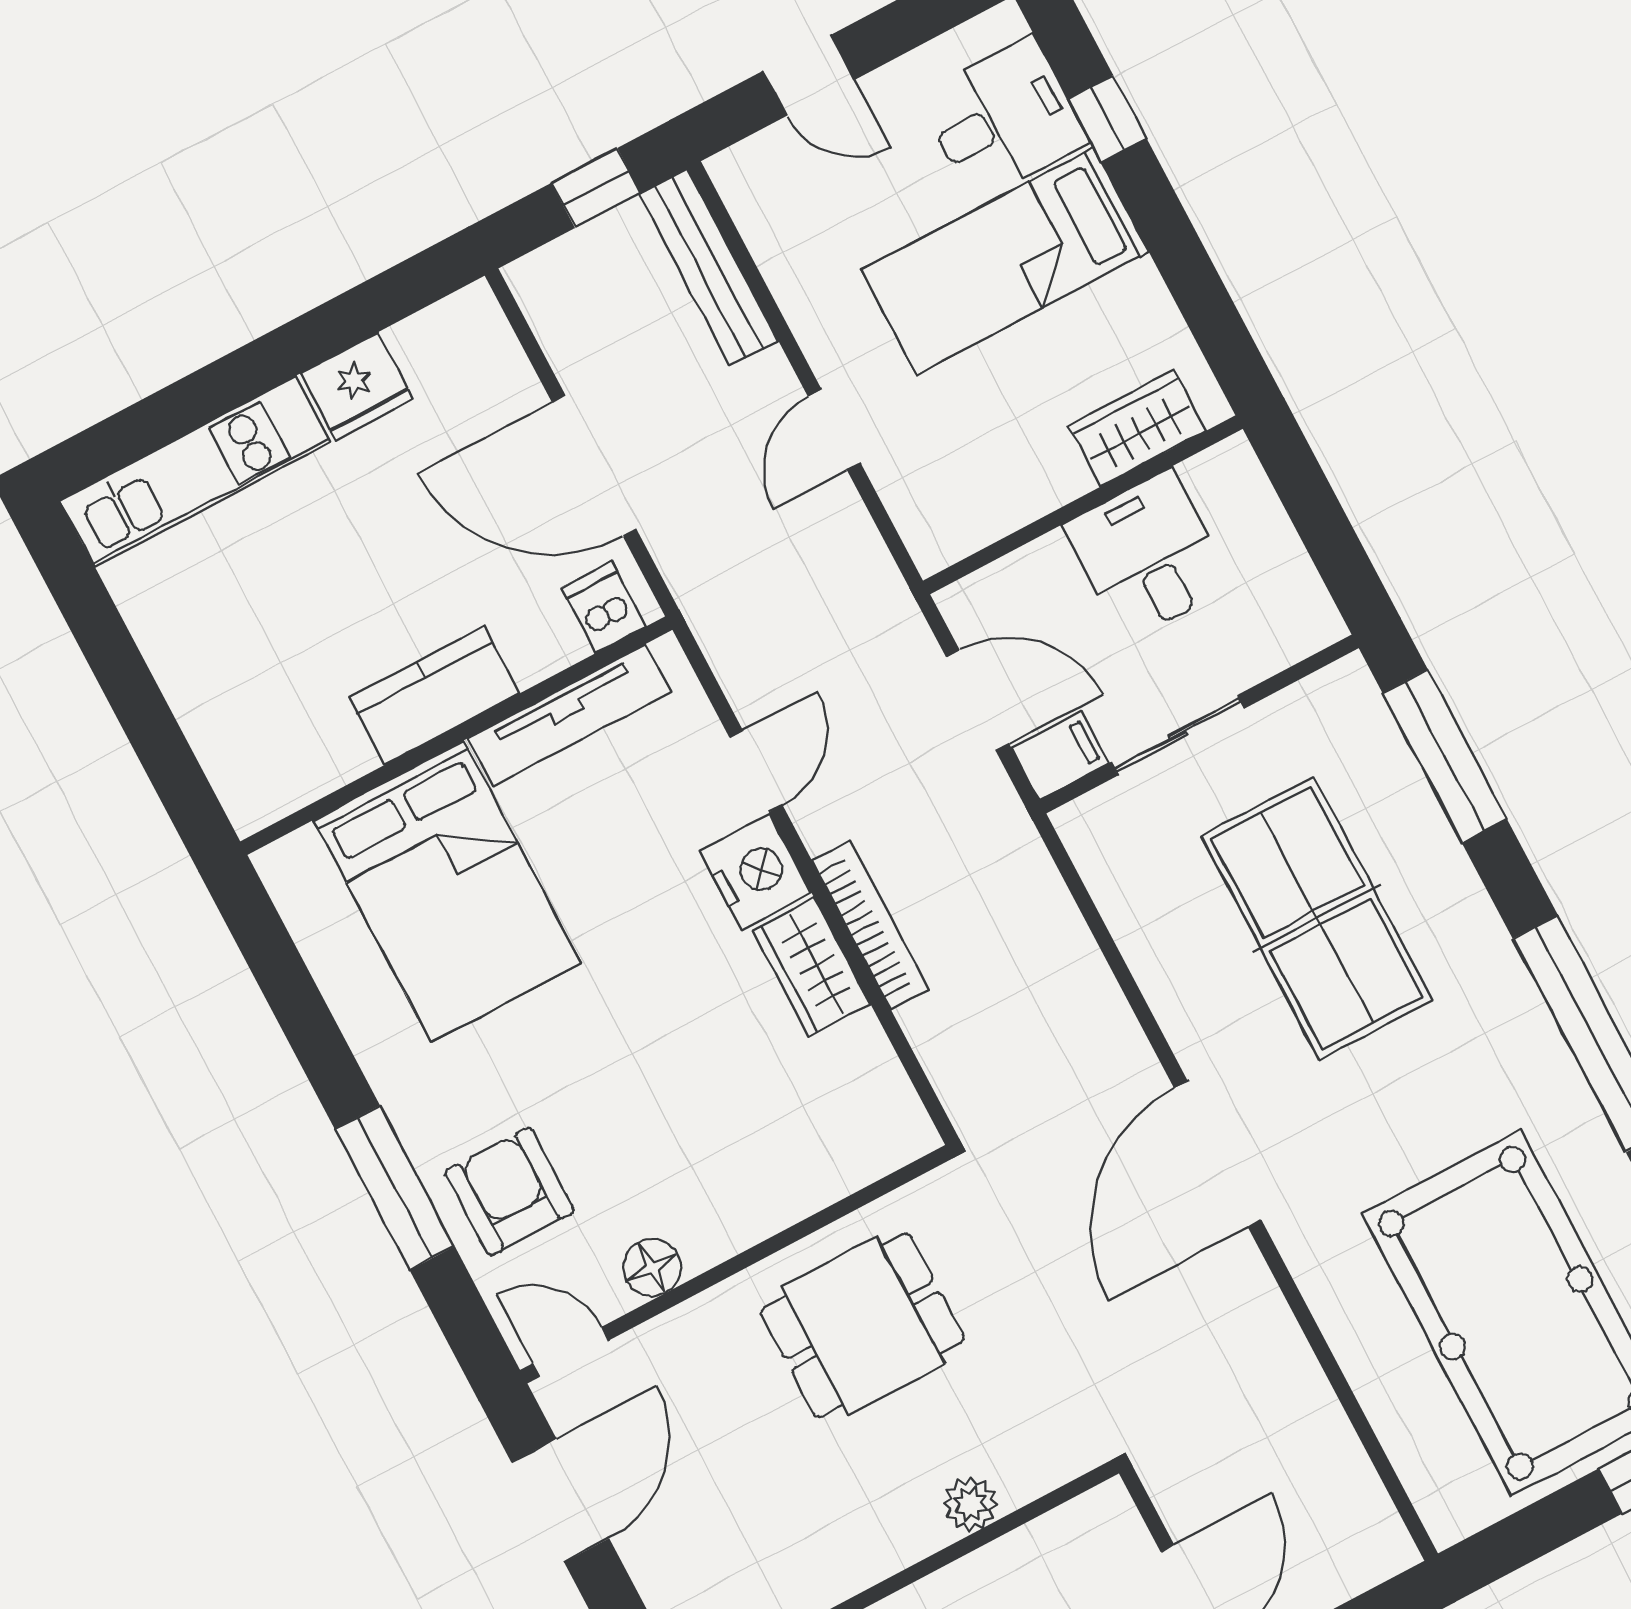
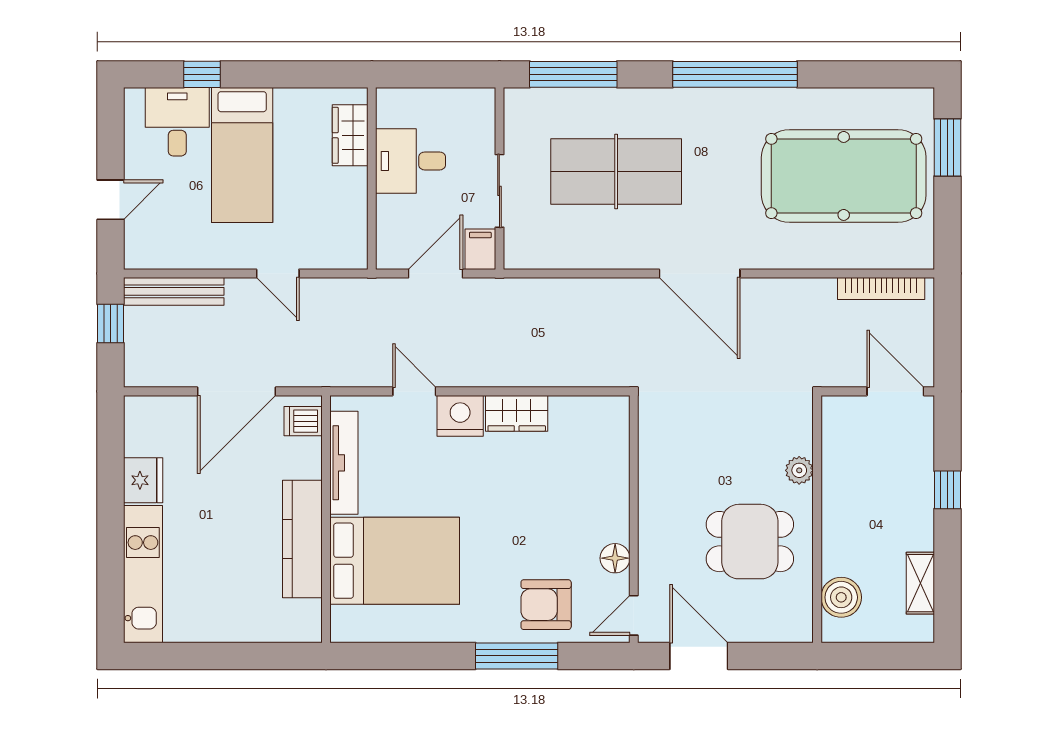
kitchen counter: (434, 695) -> (302, 539), width x1.50
bookcase: (871, 925) -> (881, 289), moved, turned 180
dining table: (862, 1325) -> (750, 542), moved, turned 90

